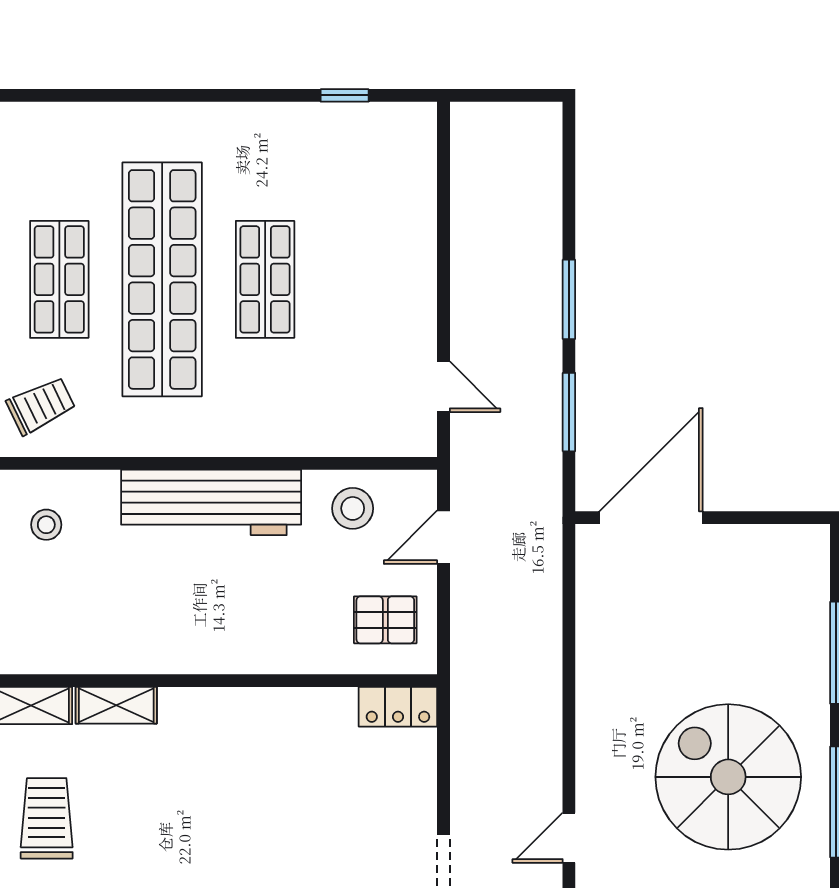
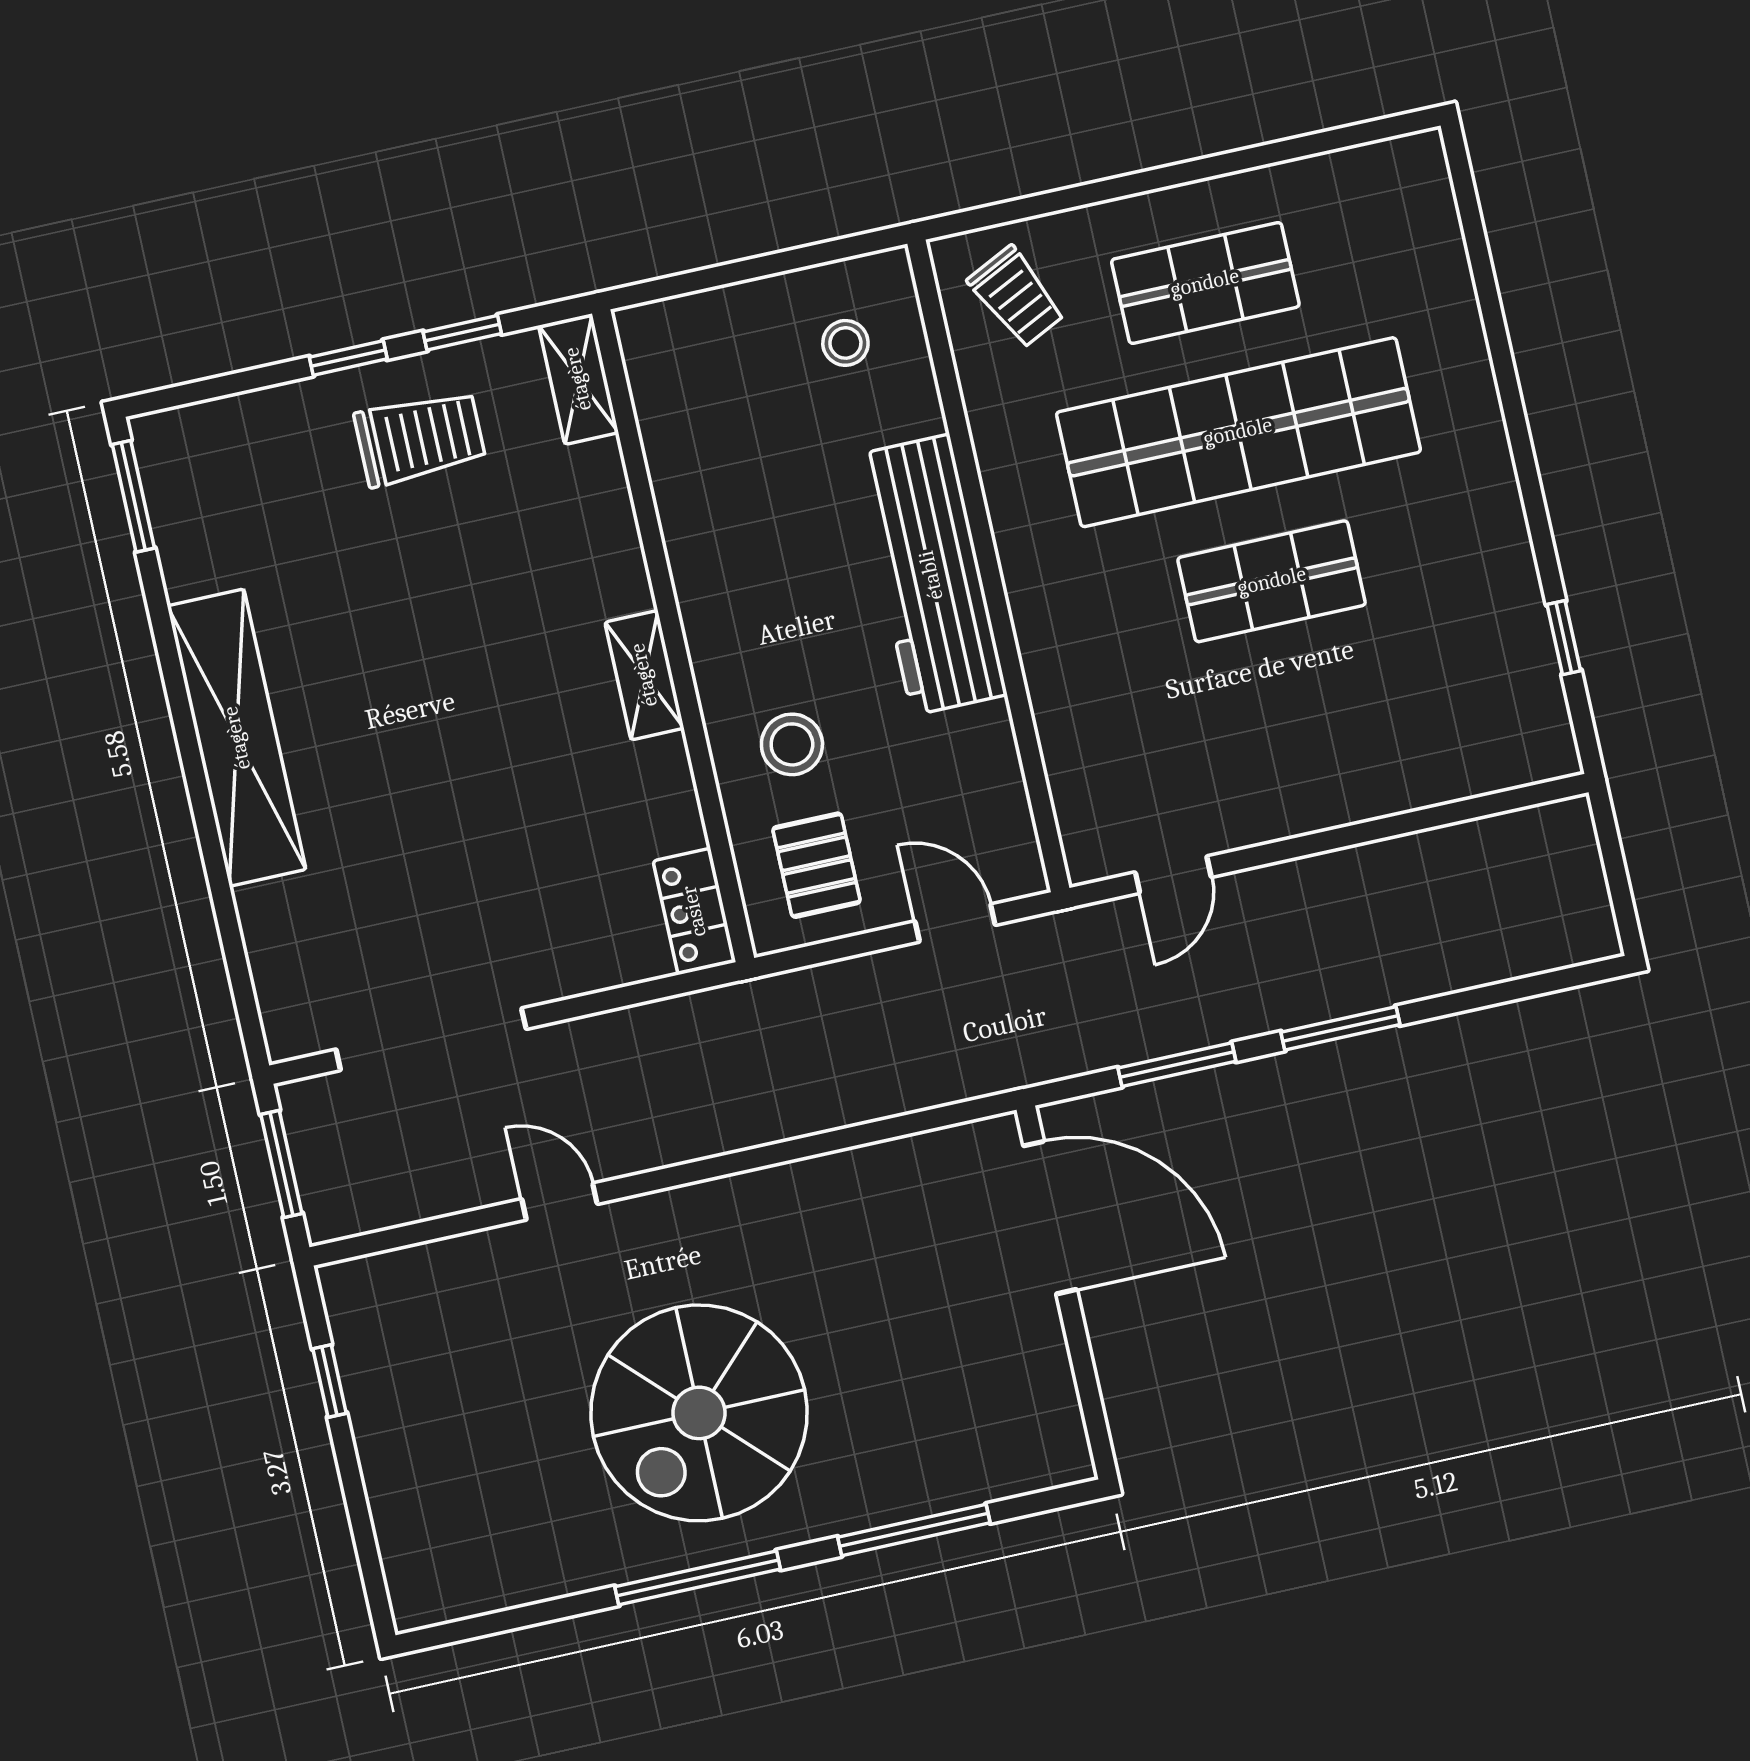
stool: (353, 508) -> (792, 744), moved
shelving: (116, 705) -> (644, 675), moved
spiral stairs: (728, 777) -> (699, 1413), turned 180

